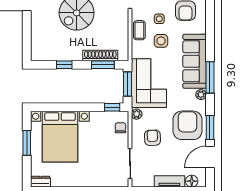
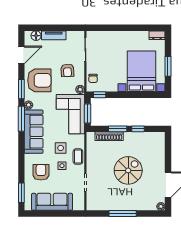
window: (103, 65) -> (118, 129), moved
armchair: (188, 125) -> (39, 80), turned -90
window: (210, 127) -> (21, 89), moved

